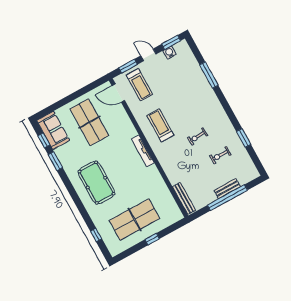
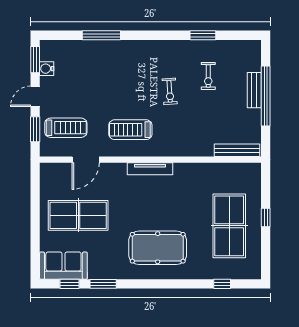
door: (118, 93) -> (86, 160), moved

